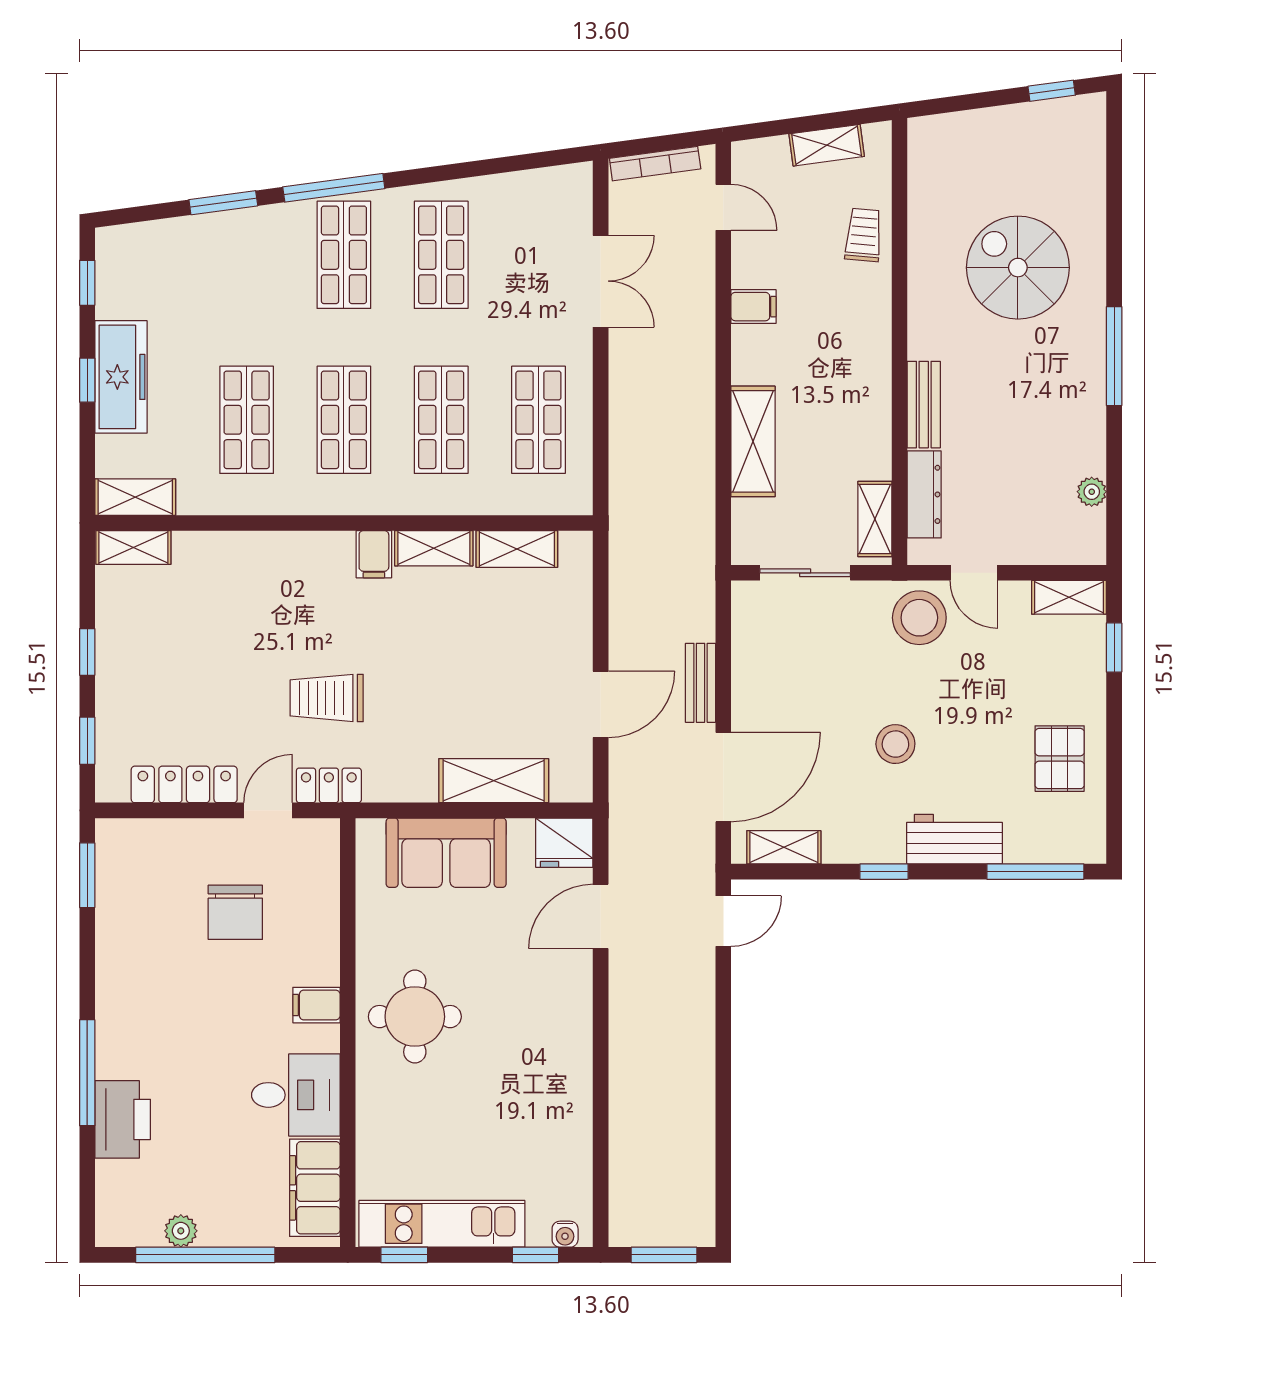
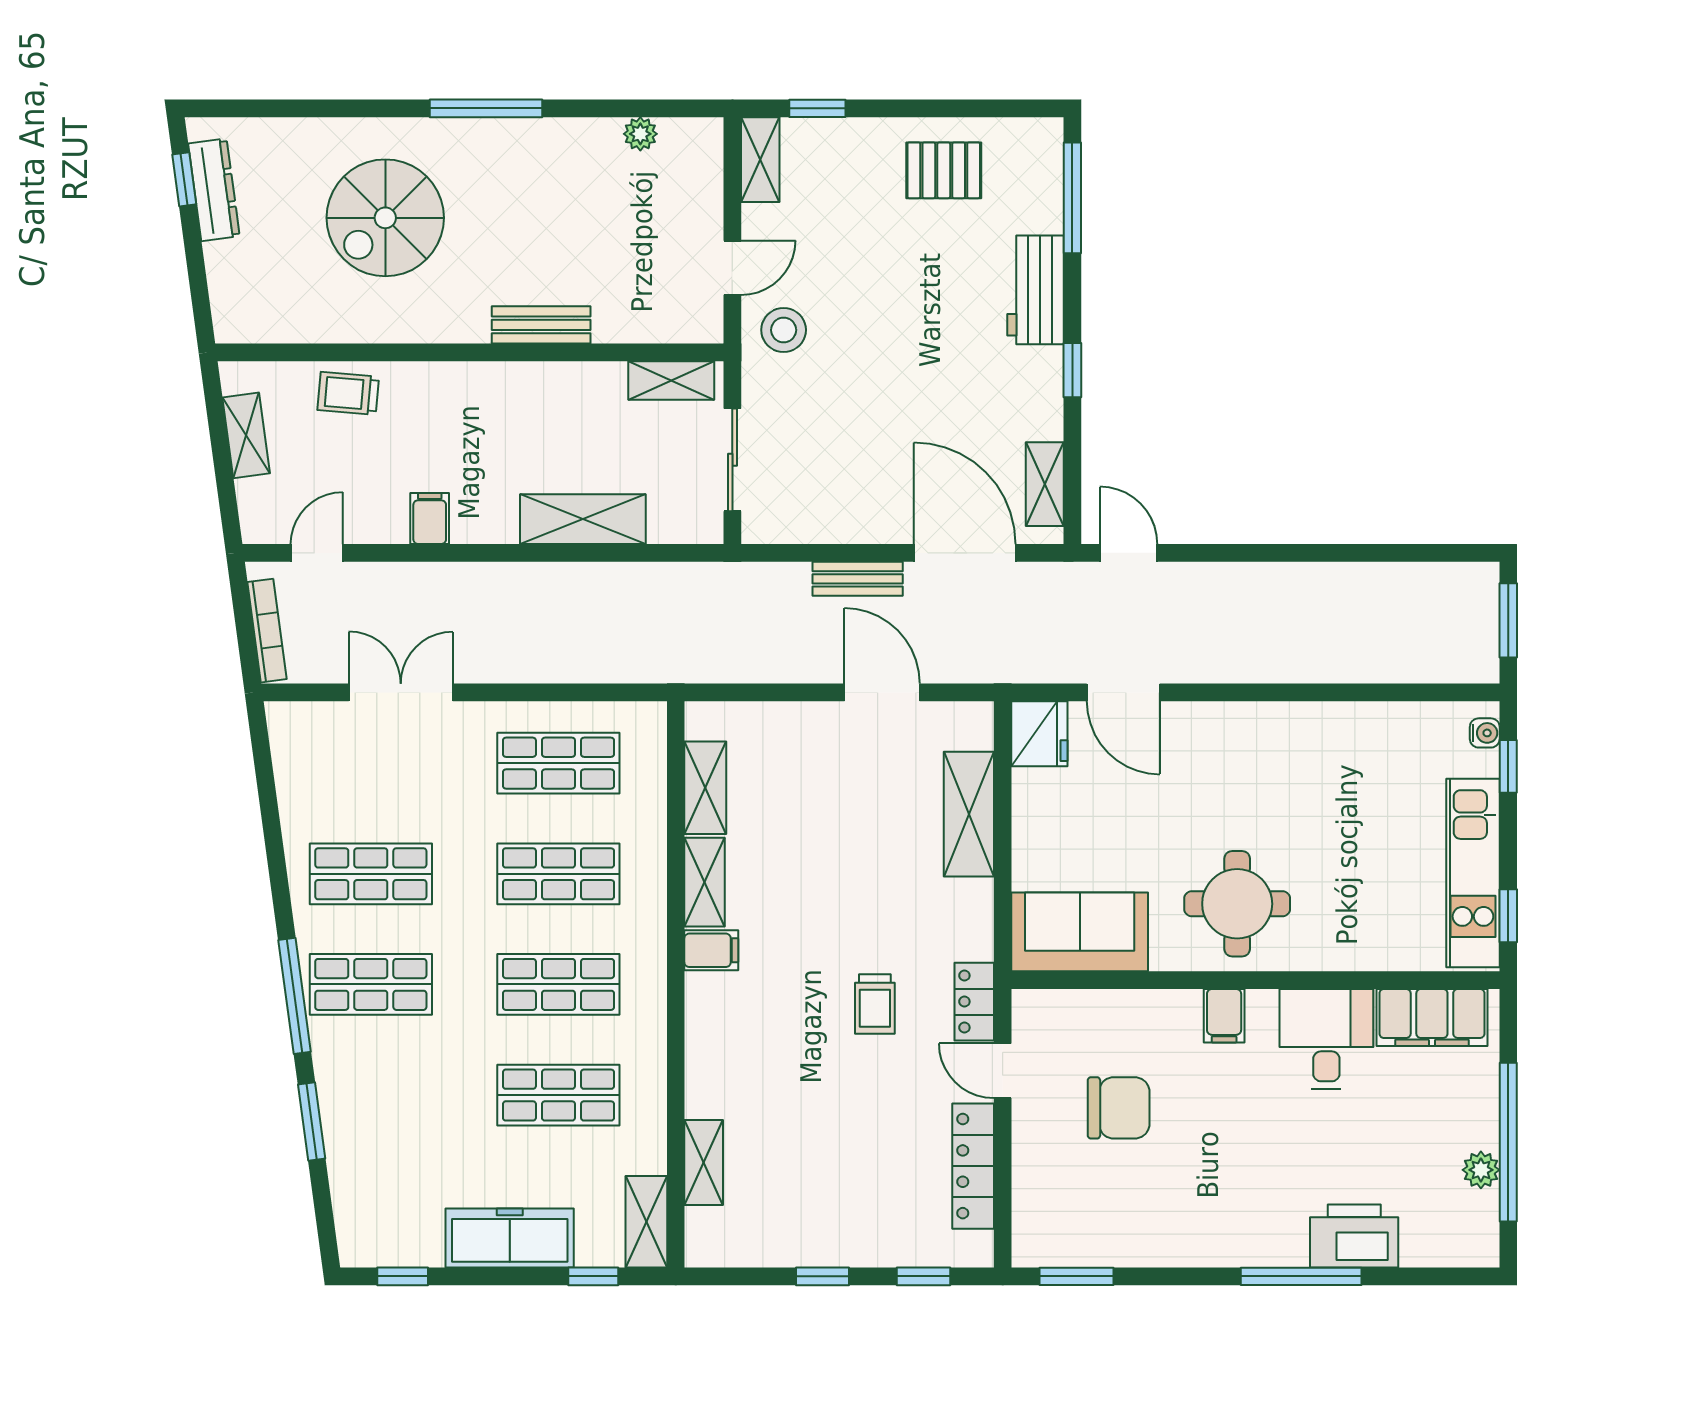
window: (87, 380) -> (593, 1276), moved
dresser: (924, 494) -> (214, 190), moved, turned 82
shelving: (133, 547) -> (704, 1162), moved
stool: (919, 618) -> (784, 330), width x0.73, depth x0.73
trolley: (327, 698) -> (875, 1004), width x0.73, depth x0.72
stool: (895, 744) -> (927, 357), removed
sofa: (446, 853) -> (1080, 932), moved, turned -90

